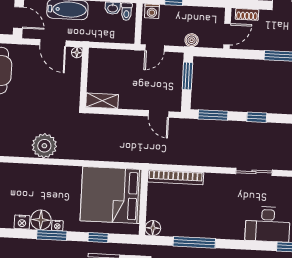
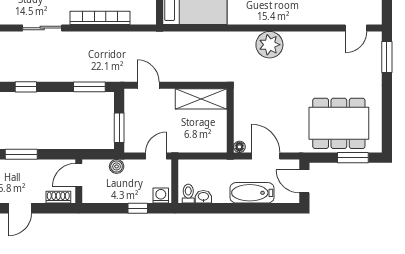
shelving: (102, 101) -> (201, 99), width x1.50, depth x1.33
window: (257, 117) -> (26, 87), moved
bookcase: (176, 177) -> (100, 18), moved

